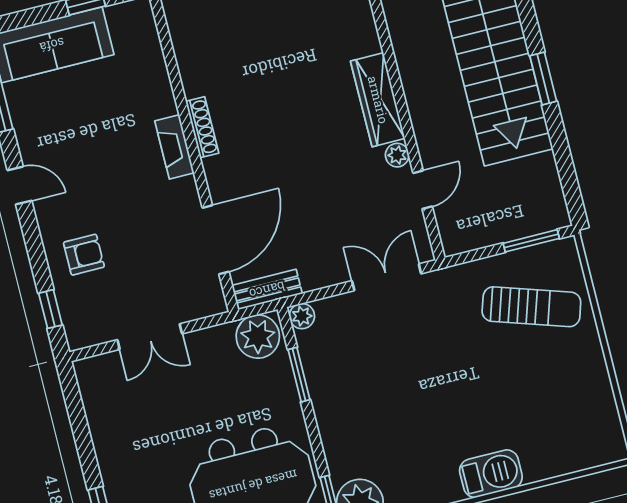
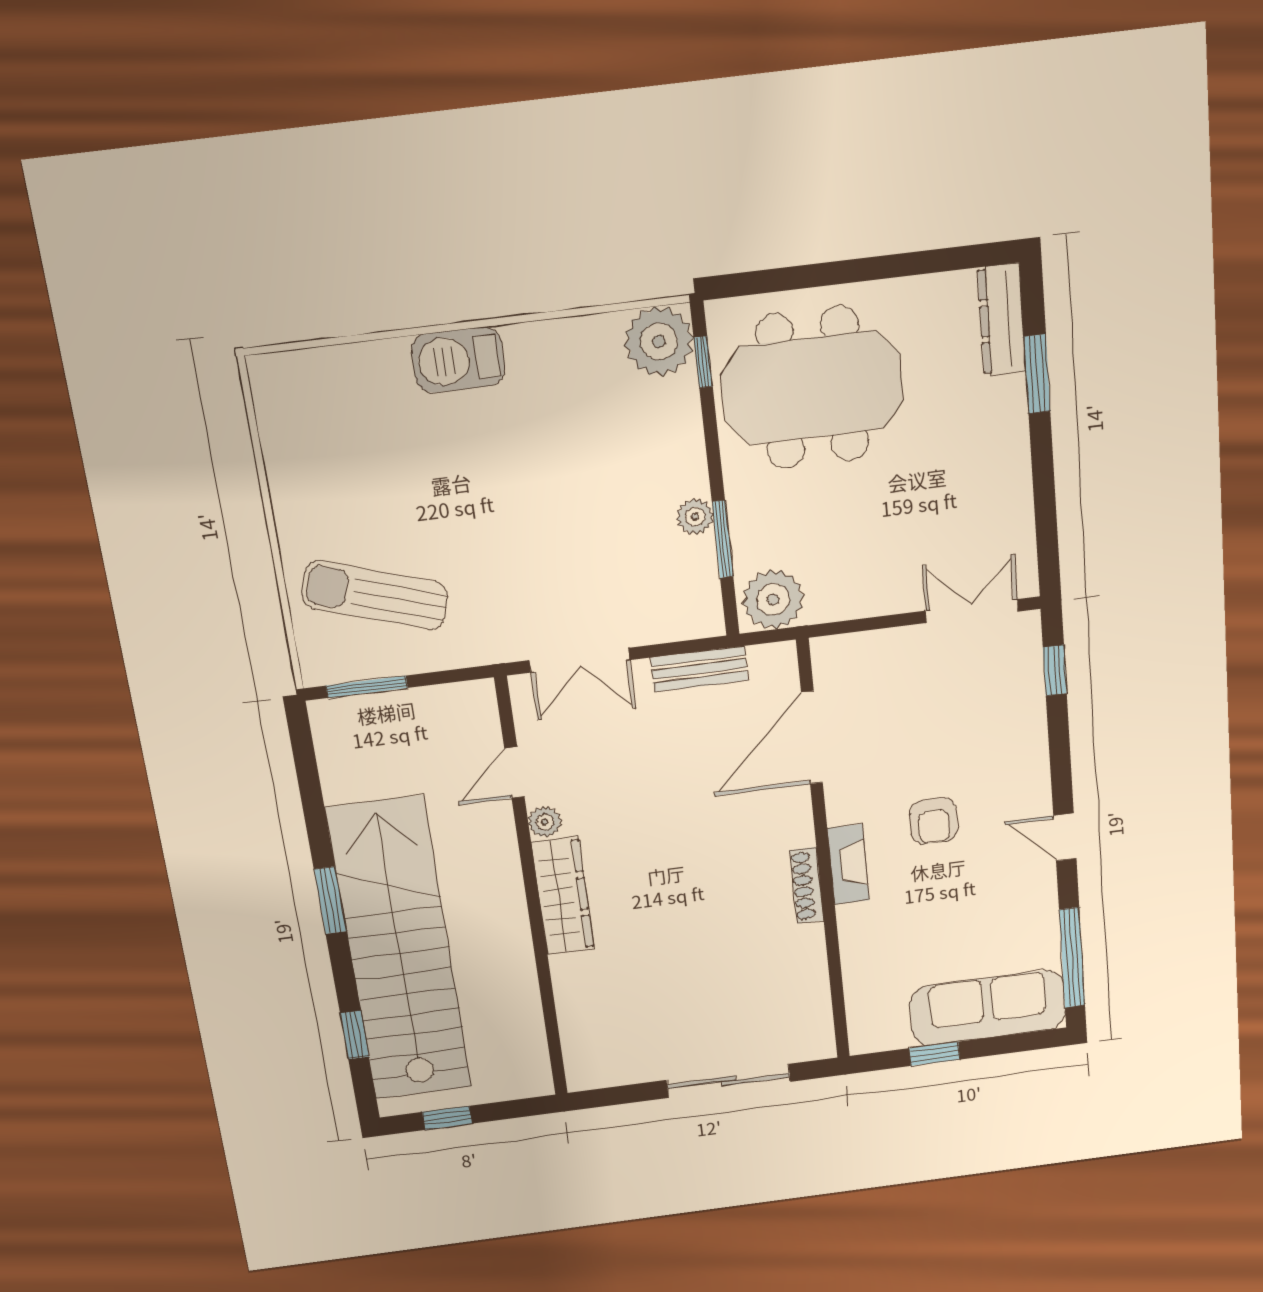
armchair: (84, 255) -> (934, 821), moved, turned -90
bench: (267, 290) -> (699, 669), moved
plant: (302, 316) -> (695, 517), moved
double door: (150, 337) -> (972, 611), moved

